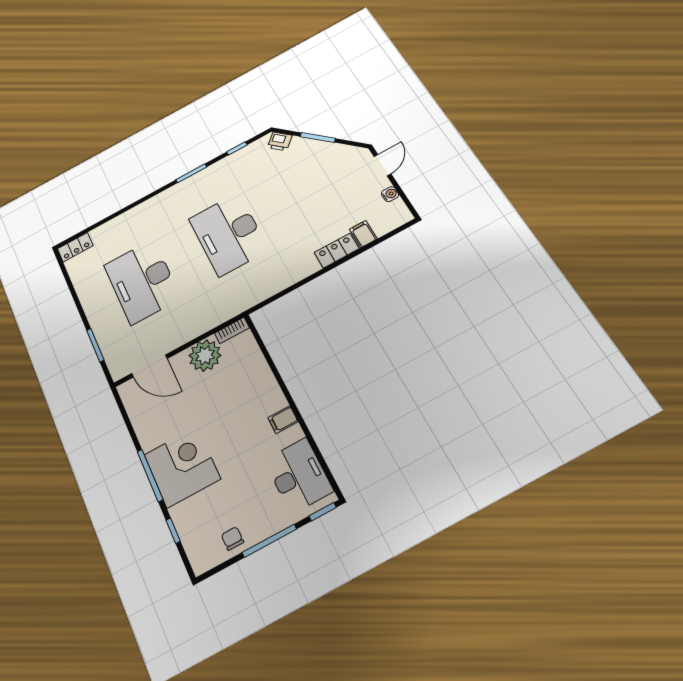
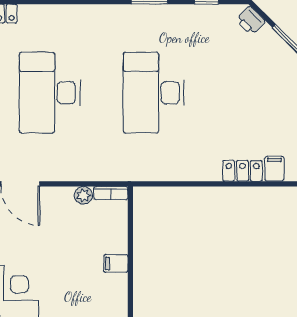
plant: (205, 356) -> (83, 195), width x0.53, depth x0.53
filing cabinet: (283, 420) -> (116, 264), moved

